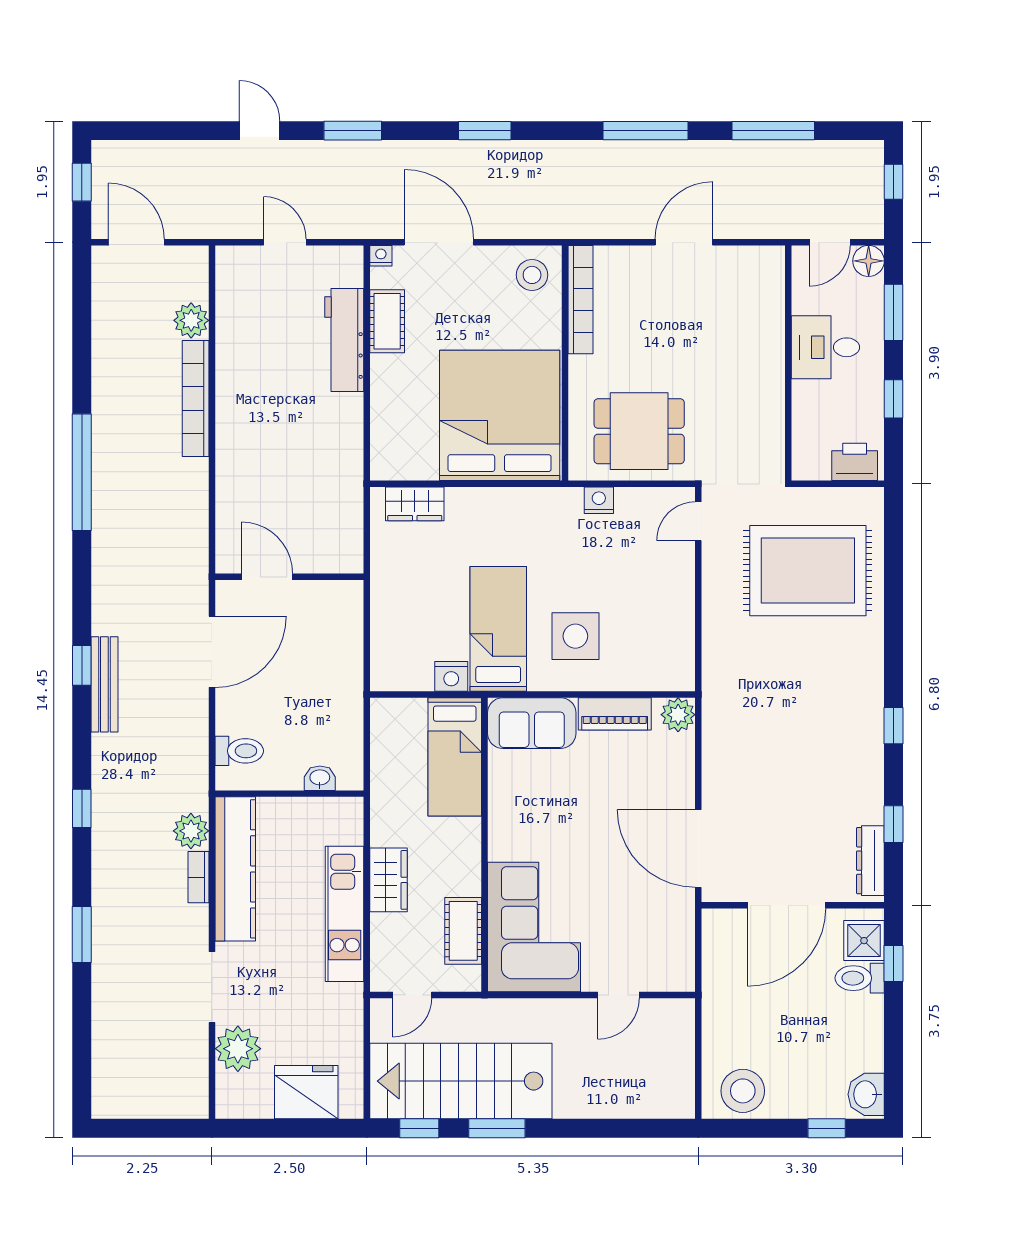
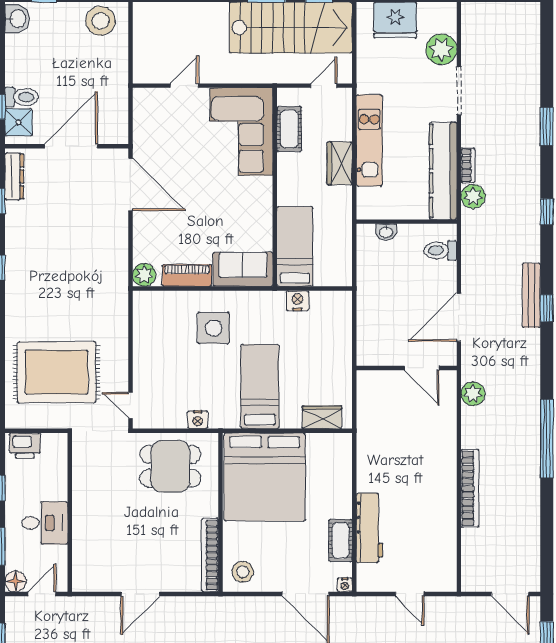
plant: (191, 320) -> (473, 394), moved
door: (698, 521) -> (130, 406), swing flipped
bed: (498, 629) -> (260, 386), moved, turned 180

